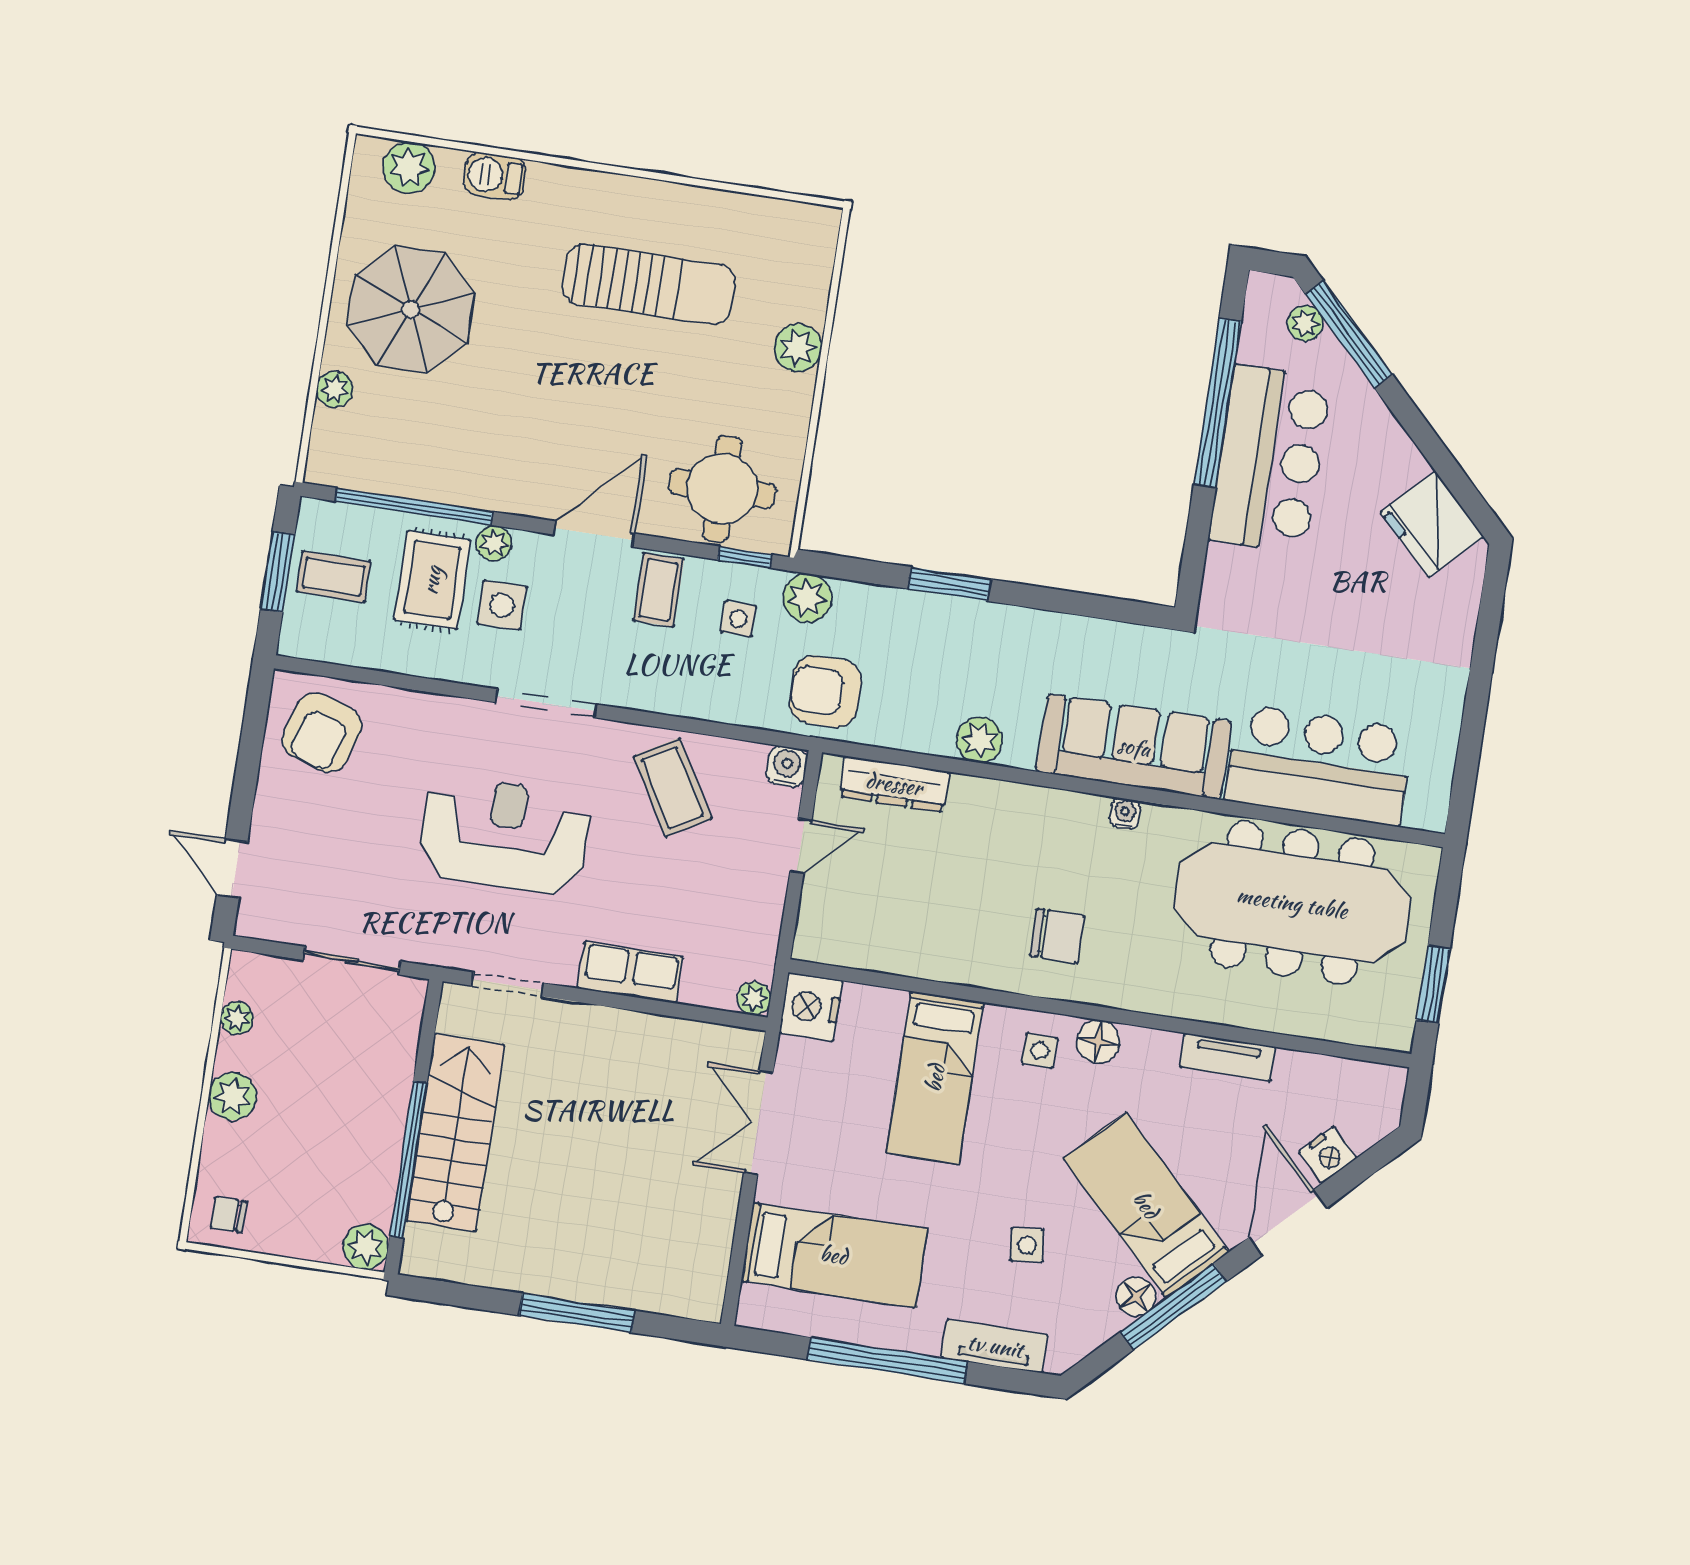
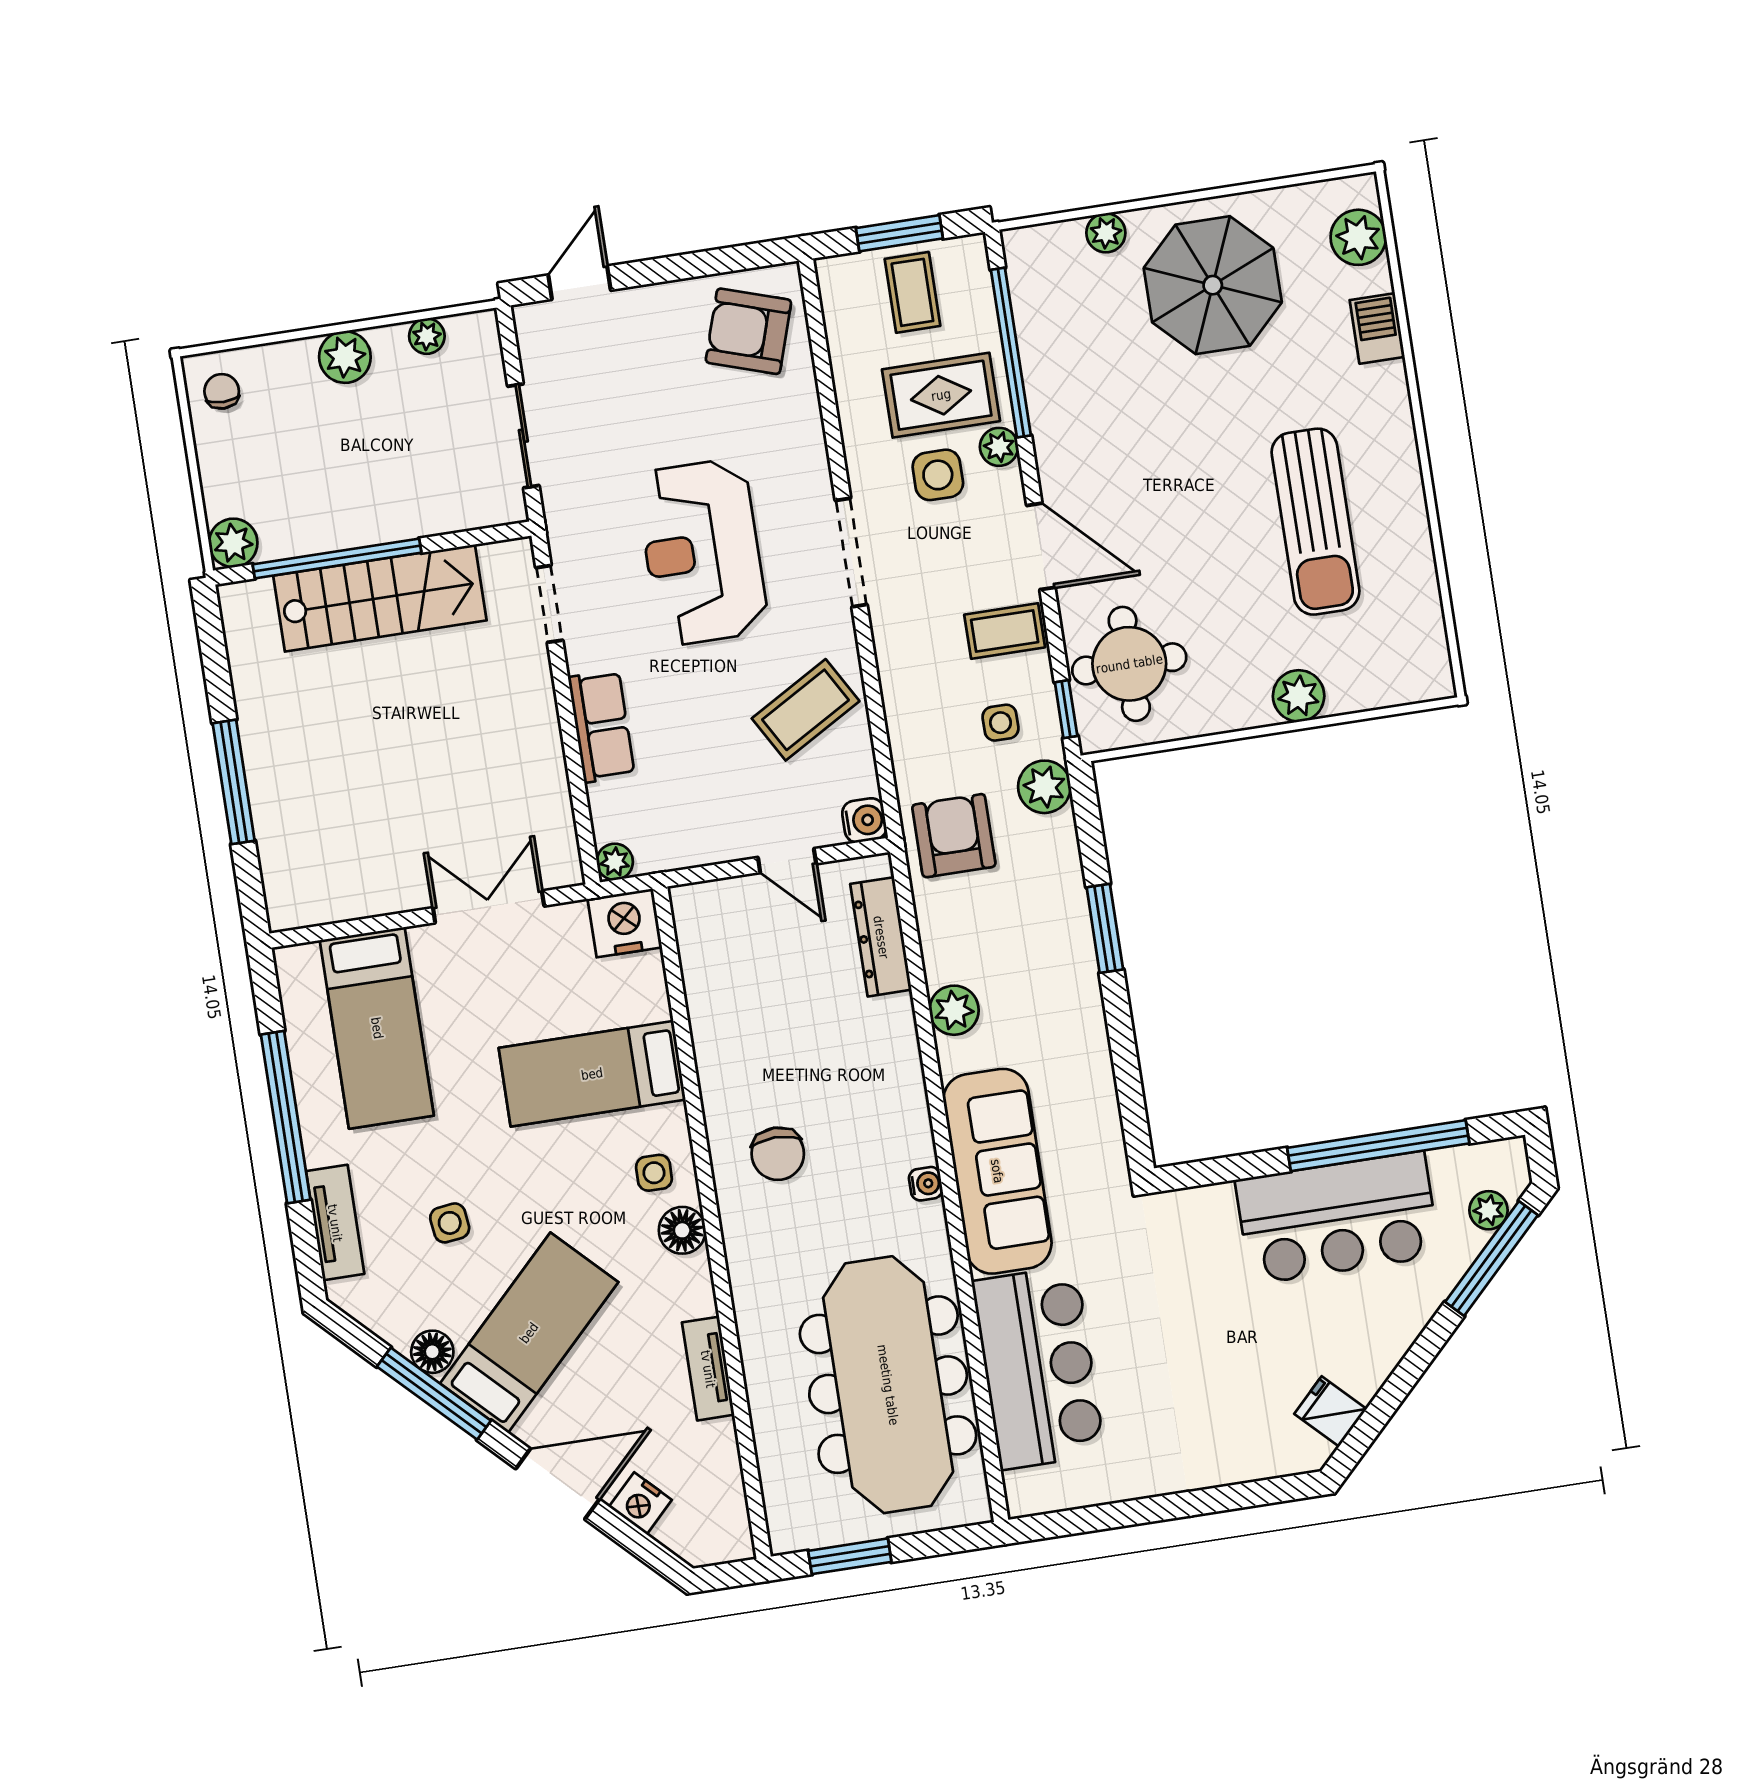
fridge: (1432, 524) -> (1330, 1411), width x0.53, depth x0.75
reception desk: (504, 835) -> (702, 552), turned 180

